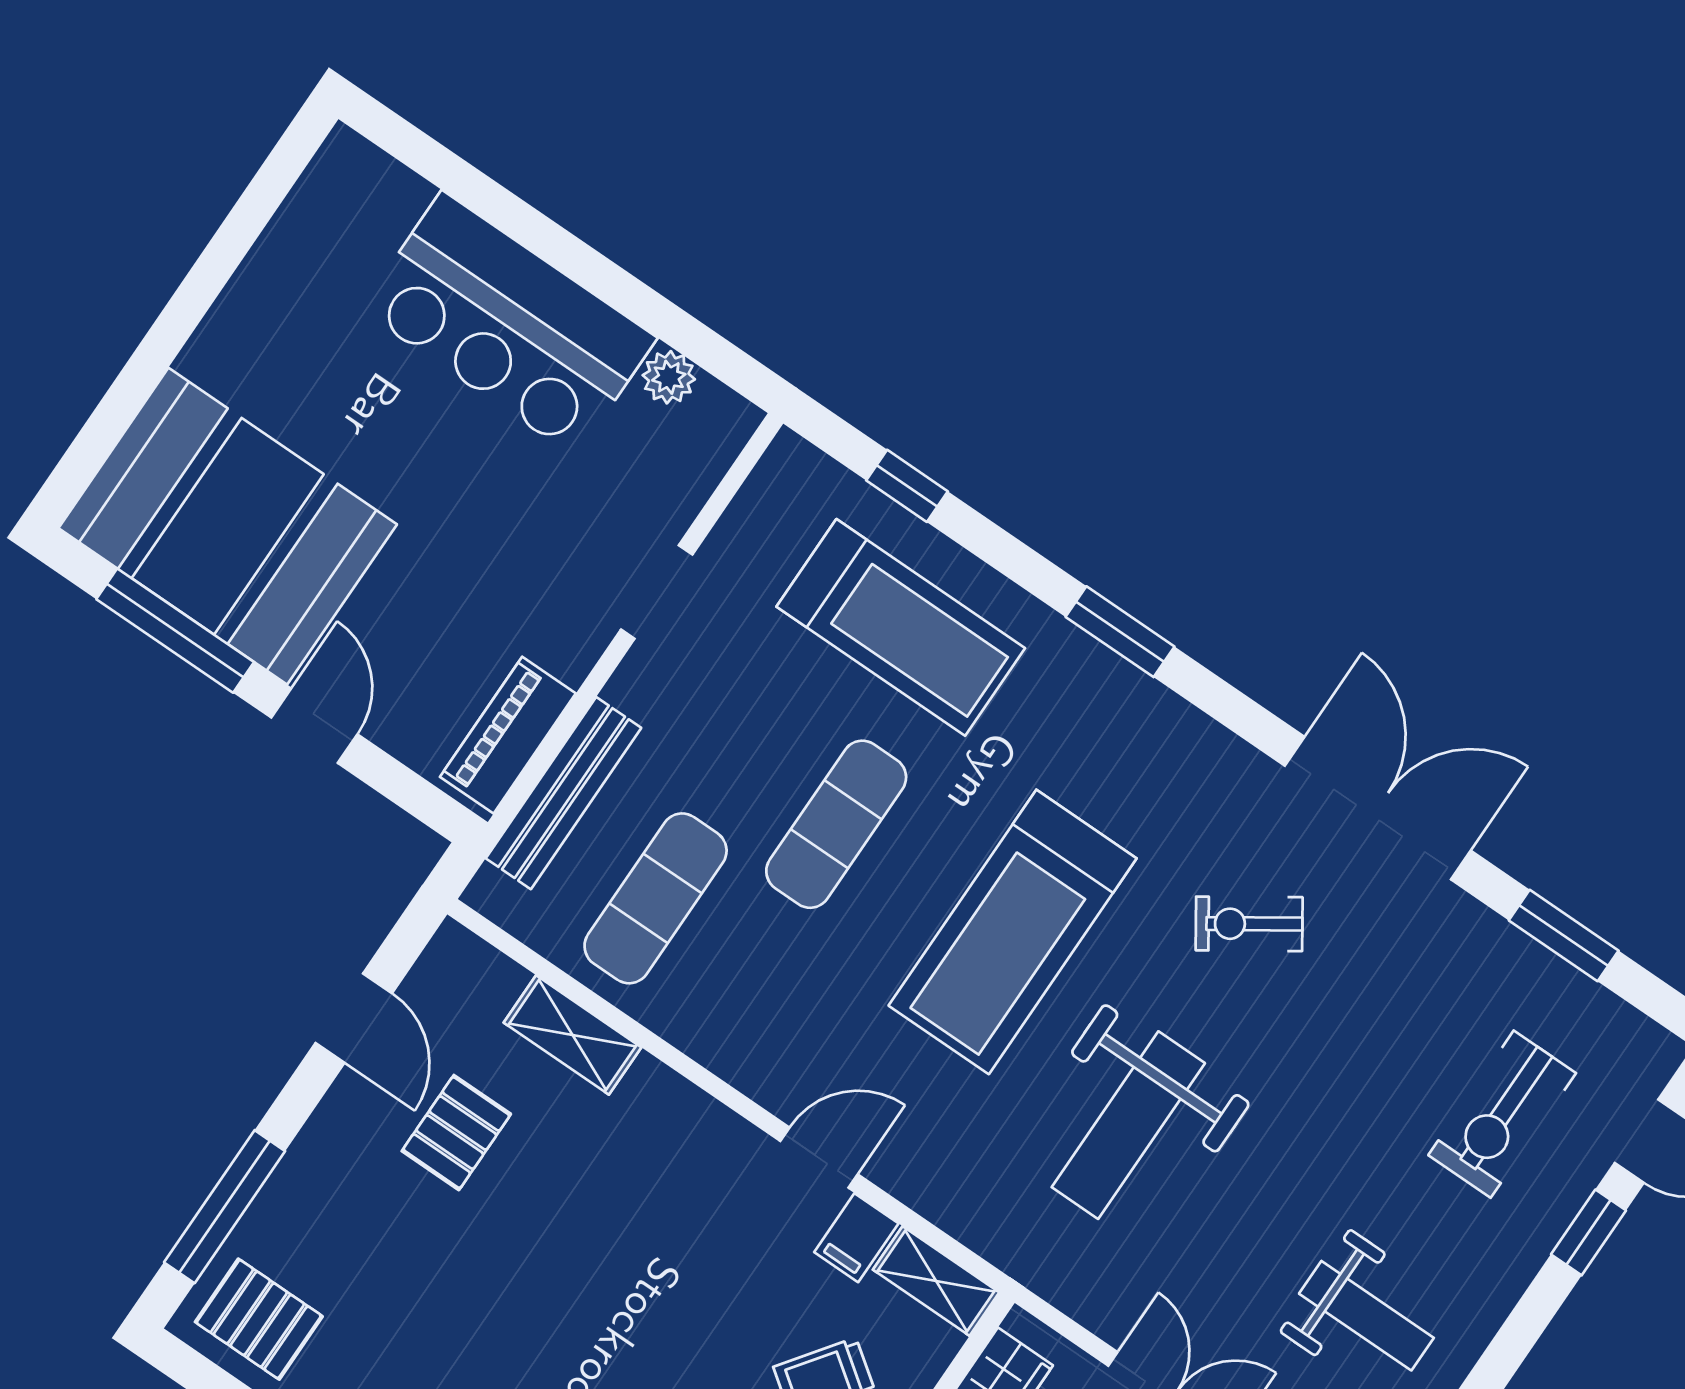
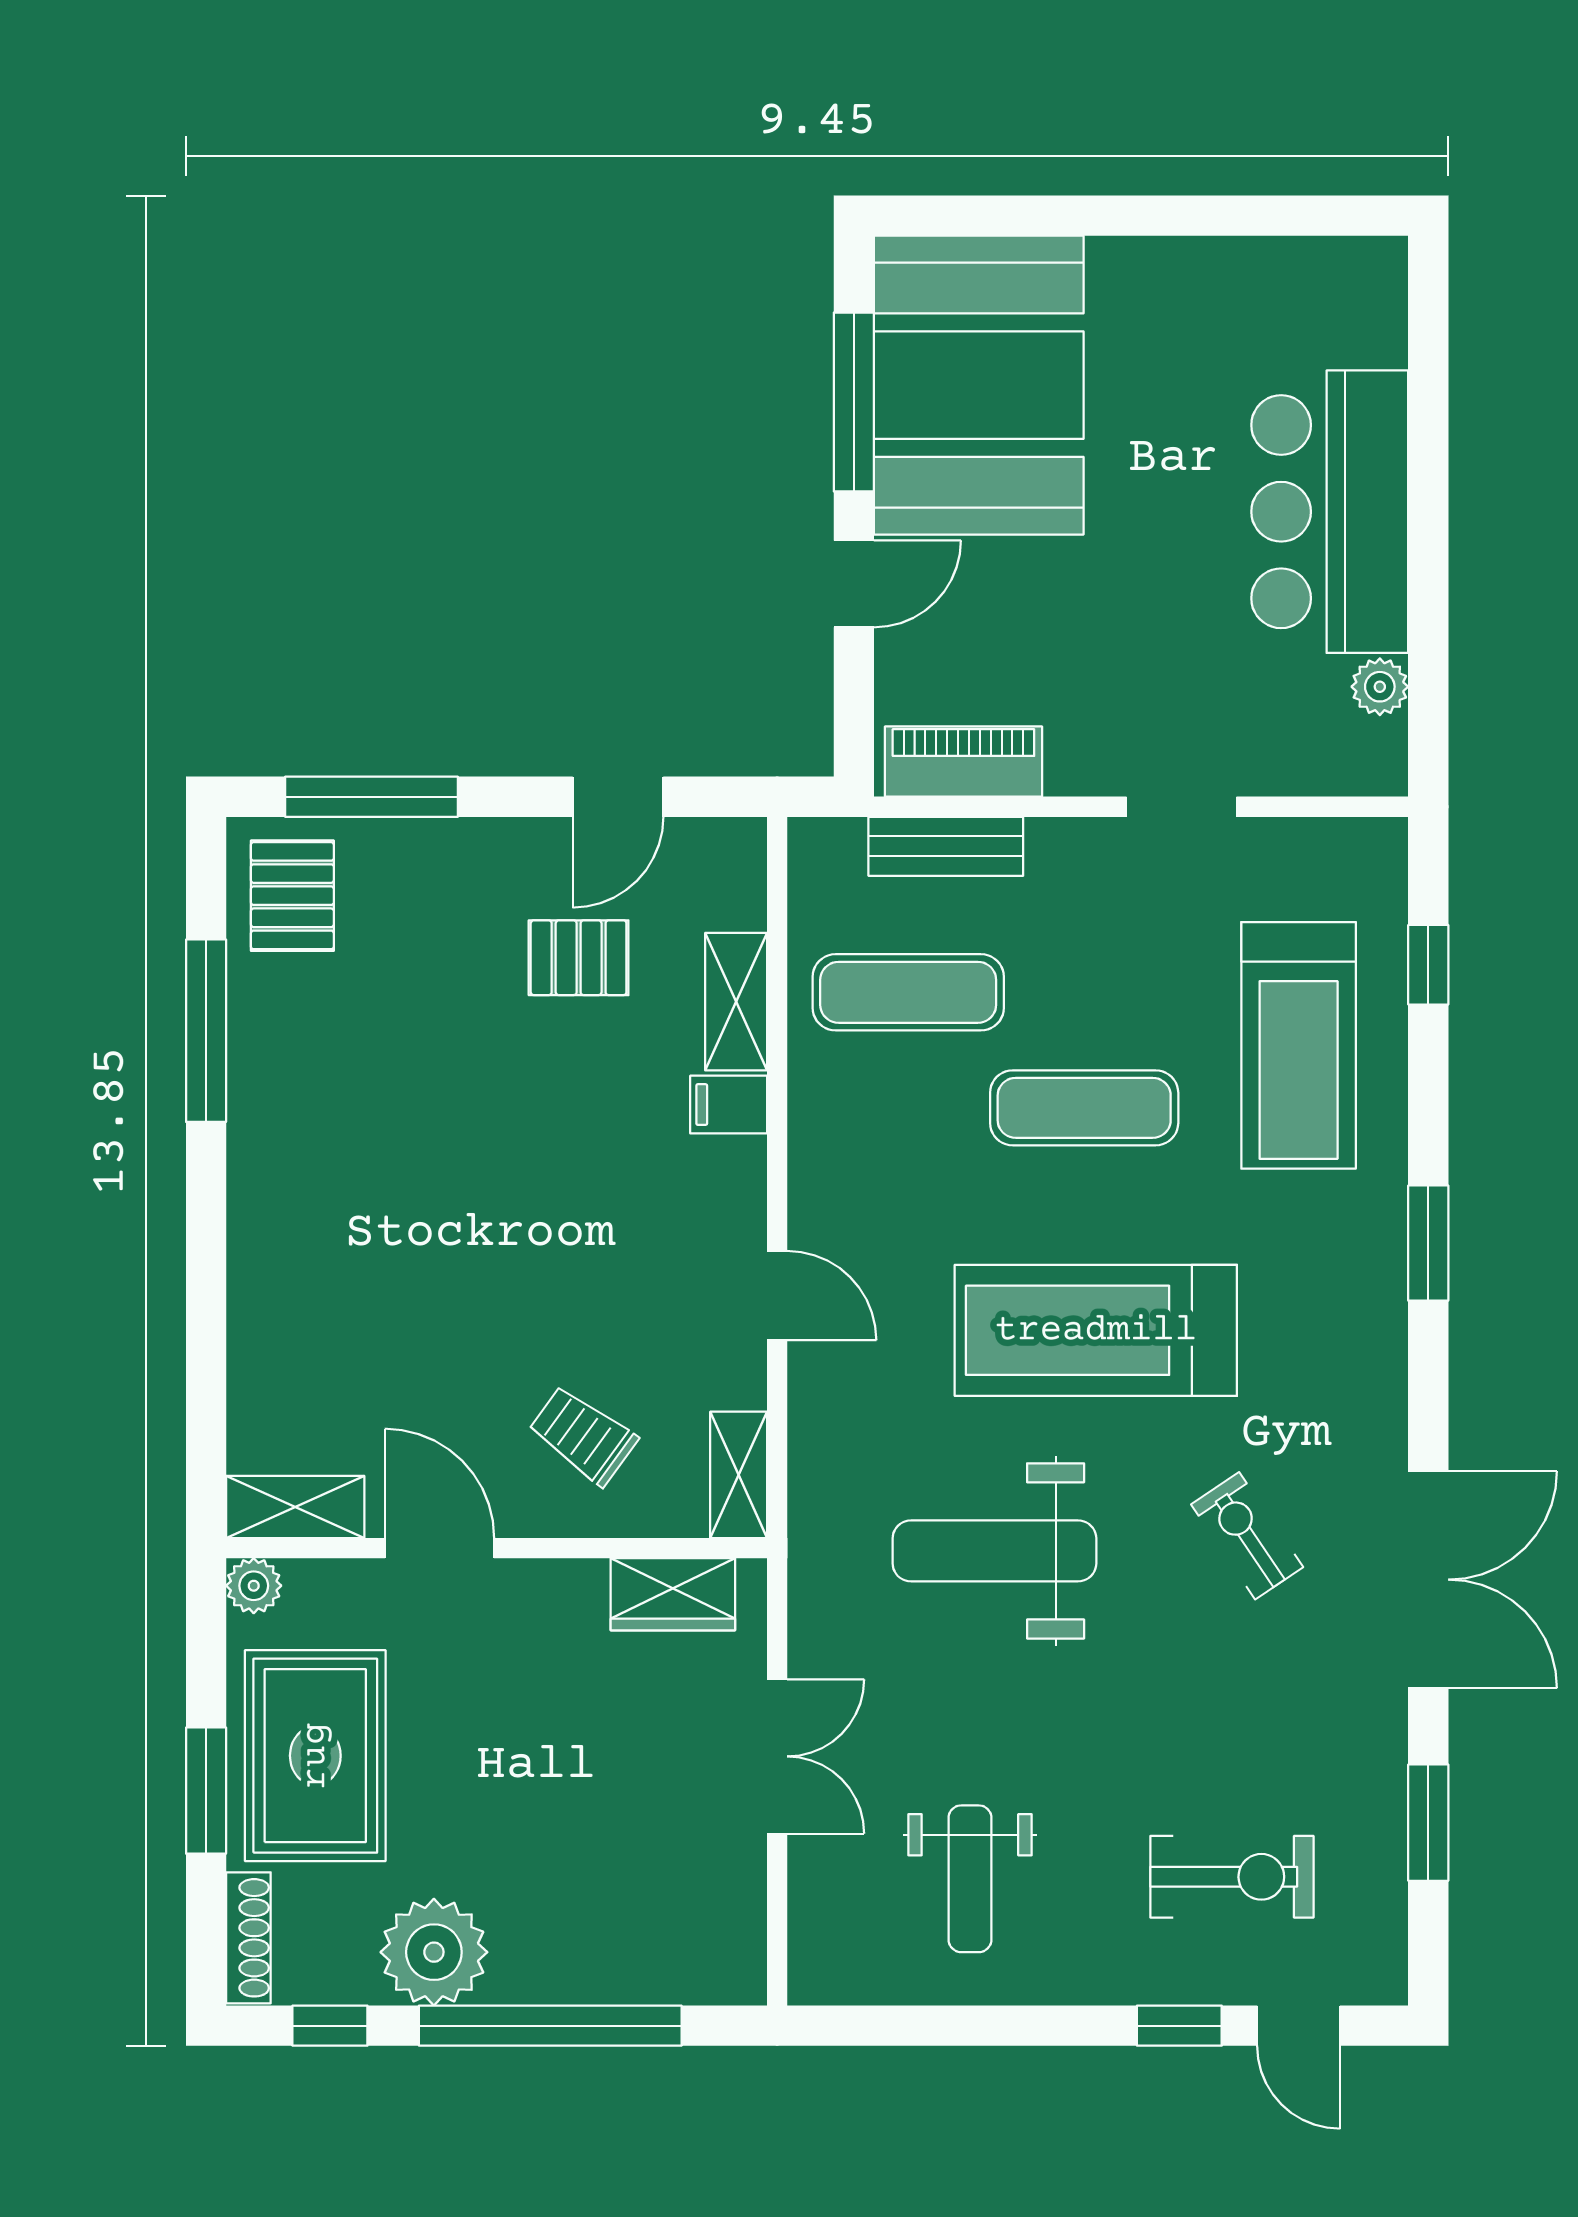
bench: (563, 793) -> (946, 846), width x0.73
exercise bike: (1502, 1114) -> (1232, 1877), turned 180
filing cabinet: (856, 1238) -> (729, 1105), moved

